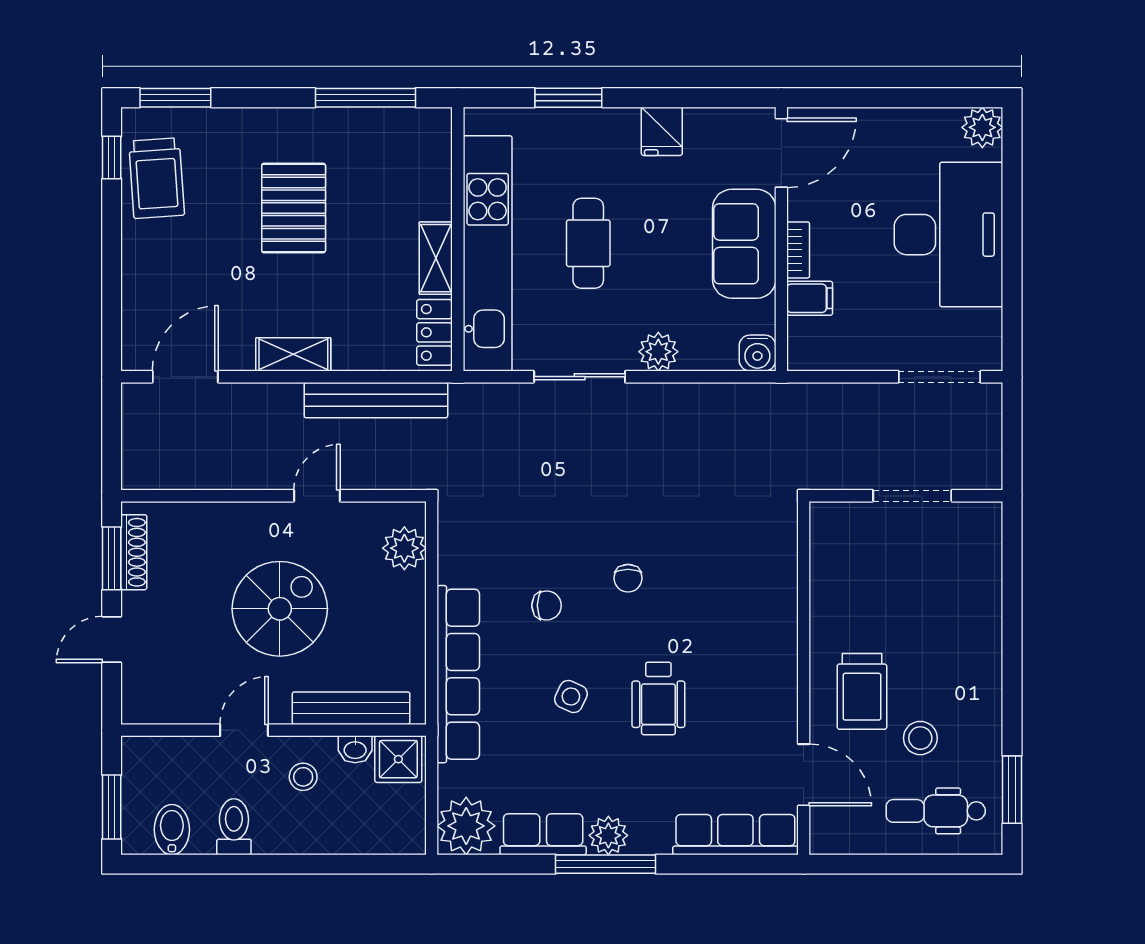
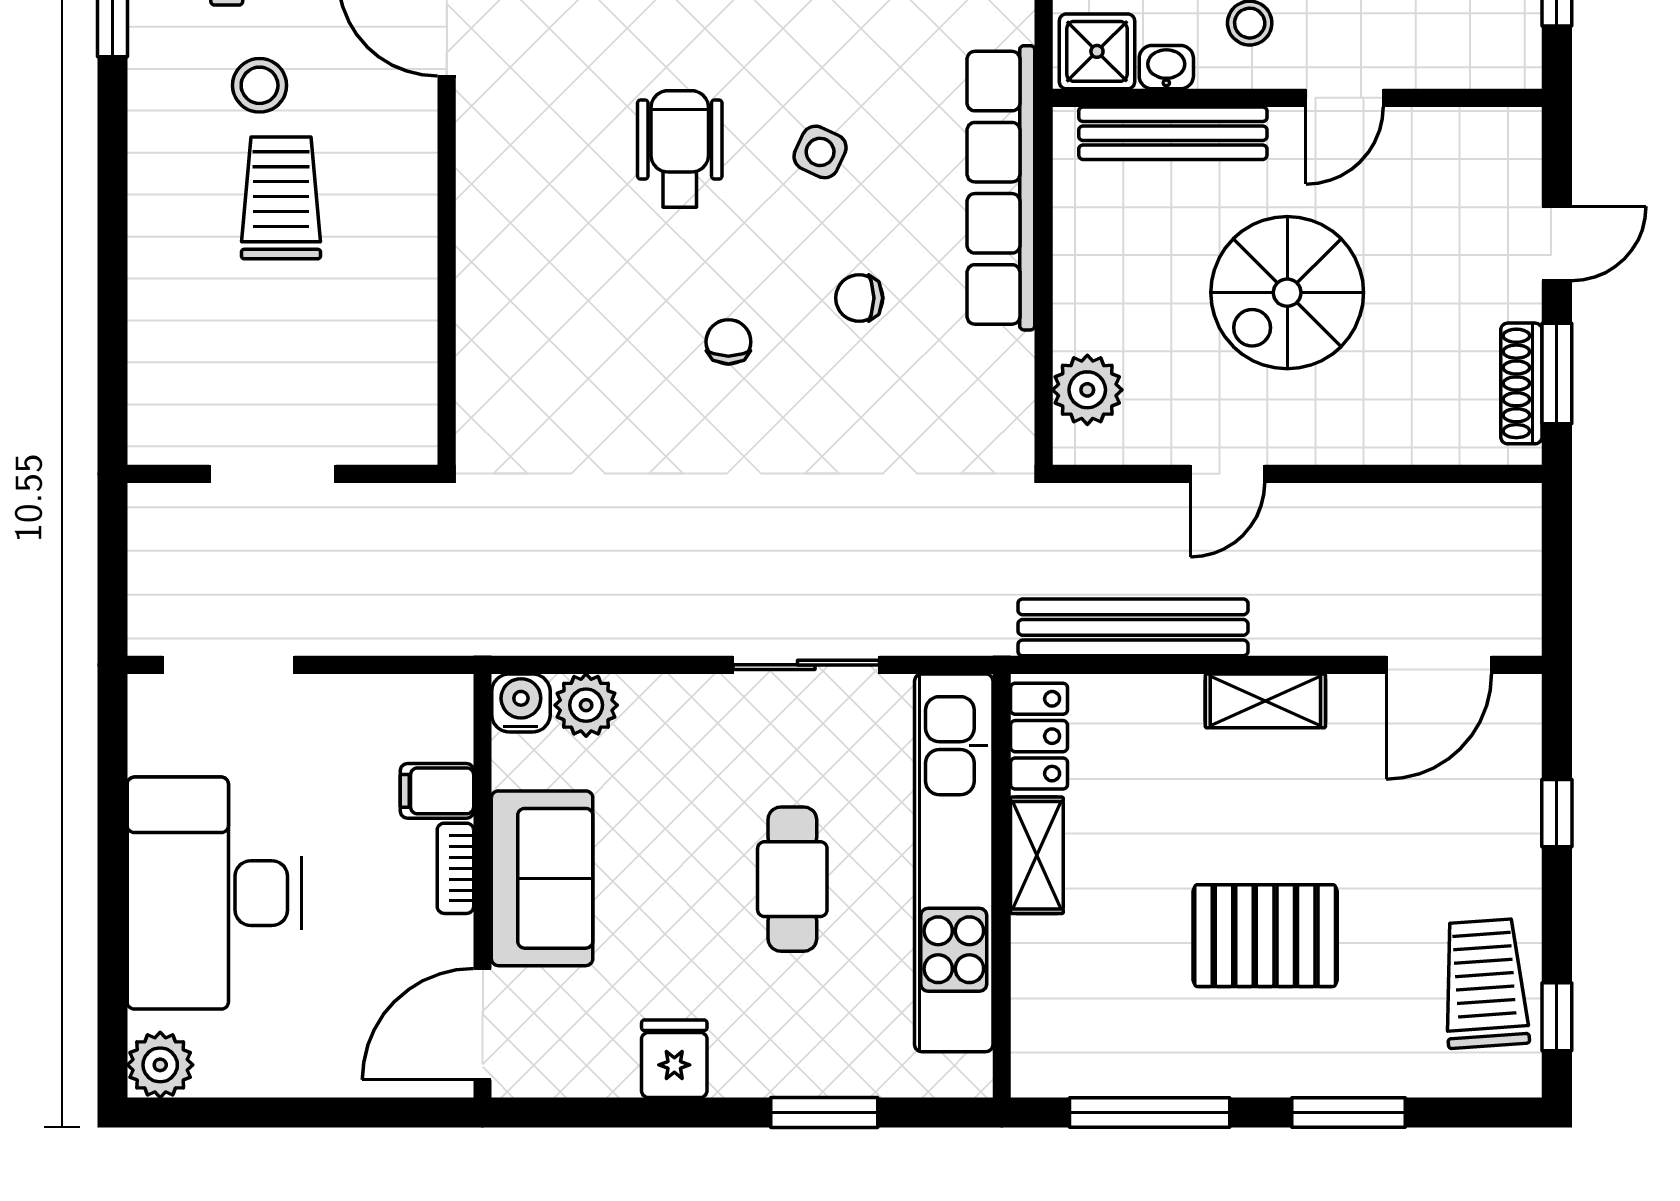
window: (175, 98) -> (1349, 1113), moved
pallet: (294, 208) -> (1265, 936), turned 90
window: (112, 284) -> (1557, 813), added
plant: (658, 352) -> (586, 705), moved
trolley: (862, 691) -> (281, 198), moved

